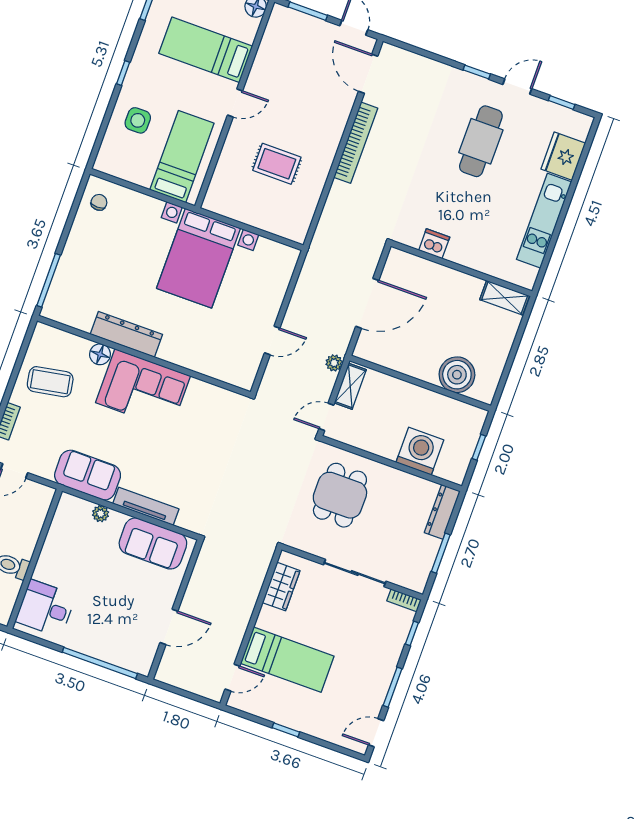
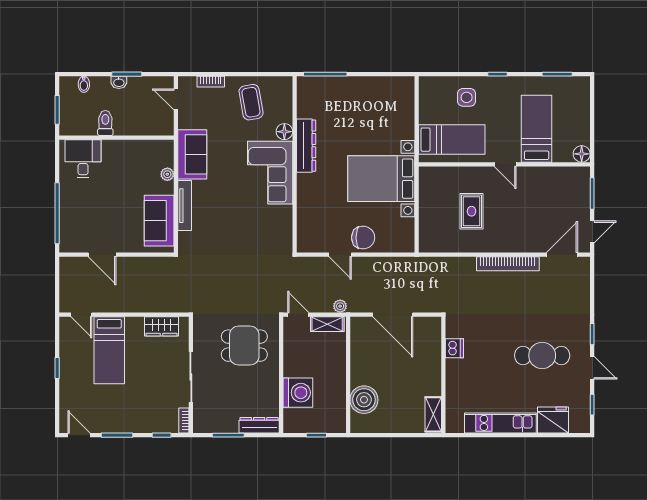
chair: (99, 202) -> (363, 238), moved, width x1.87, depth x1.87

